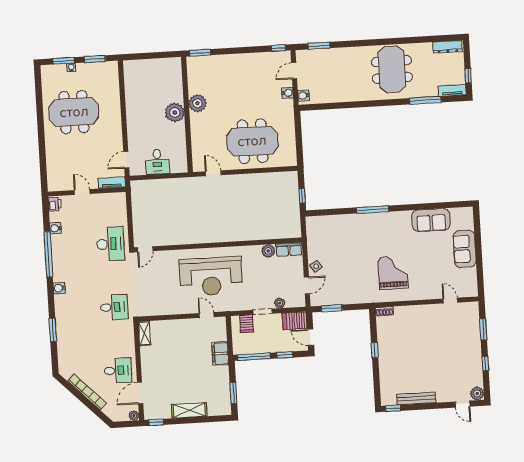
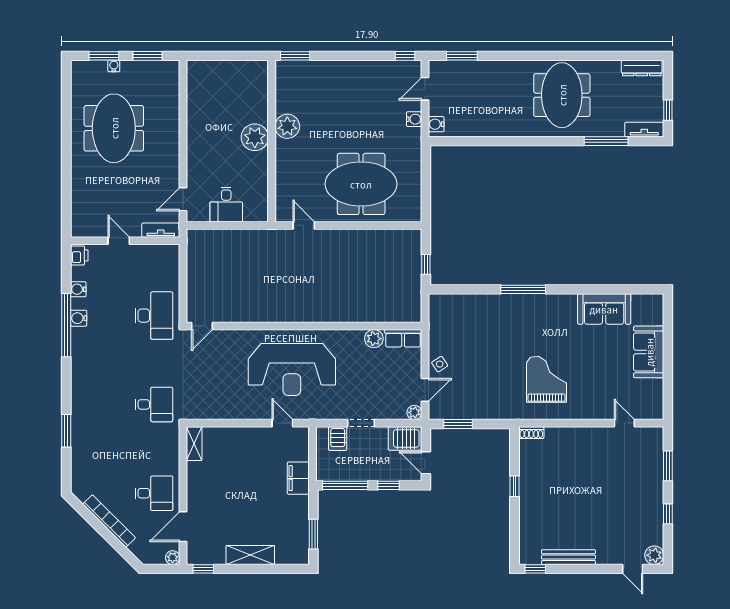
meeting table: (74, 112) -> (114, 128), turned 90
water cooler: (59, 288) -> (79, 318), moved
plant: (280, 303) -> (414, 412), moved

